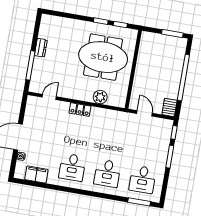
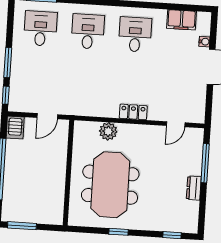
window: (120, 25) -> (172, 235), moved
meeting table: (103, 57) -> (110, 185), turned 90
door: (145, 113) -> (47, 116), hinge flipped

